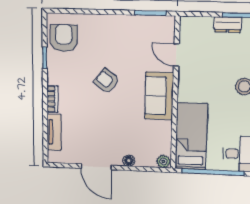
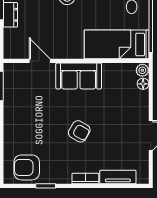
door: (176, 55) -> (40, 61), swing flipped
armchair: (107, 81) -> (79, 131), moved, turned -97
floor lamp: (129, 161) -> (143, 84), moved

